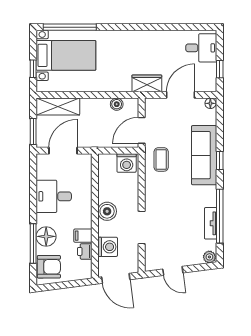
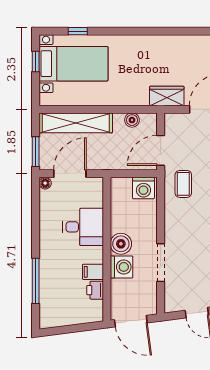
window: (70, 27) -> (78, 31), width x0.32
window: (33, 69) -> (36, 62), moved
shelving: (58, 107) -> (76, 123), width x1.47
desk: (54, 196) -> (83, 227), moved, turned 180
floor lamp: (46, 236) -> (45, 183), moved, width x0.53, depth x0.53
washing machine: (108, 247) -> (122, 267), moved
armchair: (49, 267) -> (54, 308), removed

